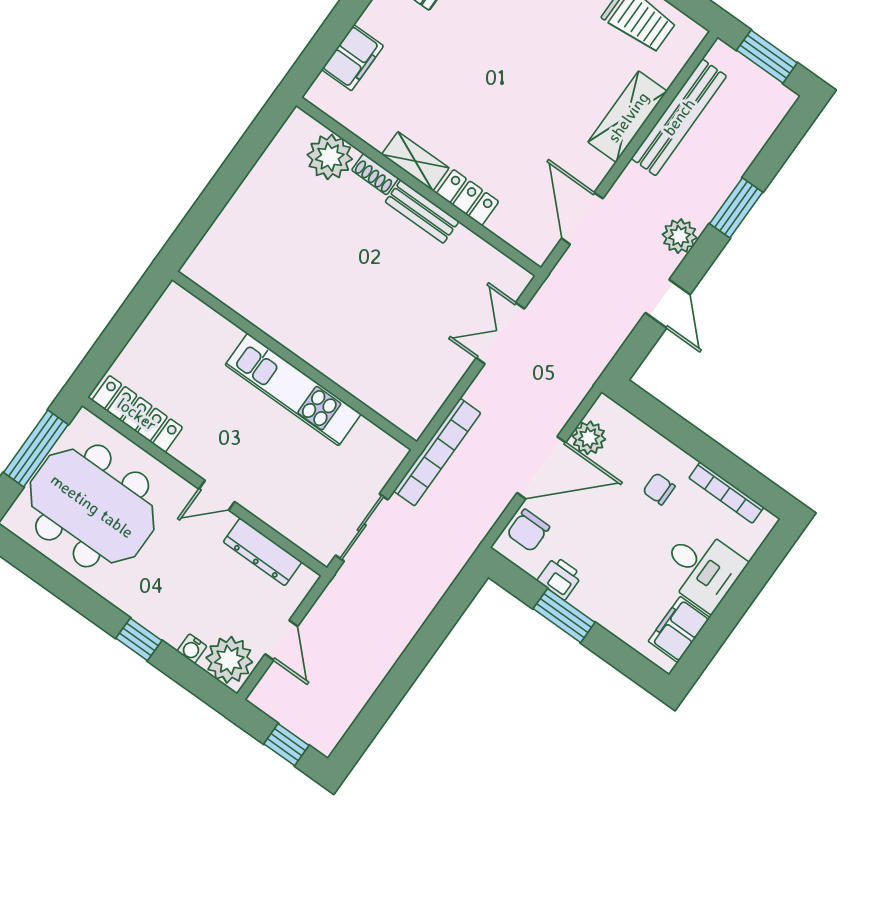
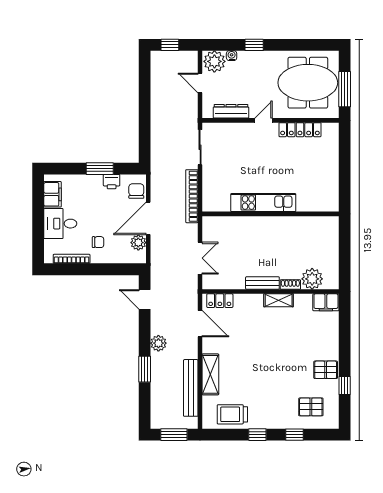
filing cabinet: (353, 58) -> (326, 302), moved, turned -90
locker: (468, 198) -> (220, 301), moved
door: (668, 304) -> (145, 299), moved
wall: (294, 361) -> (271, 214), moved
kitchen unit: (293, 389) -> (263, 203), moved
locker: (137, 414) -> (300, 130), moved

